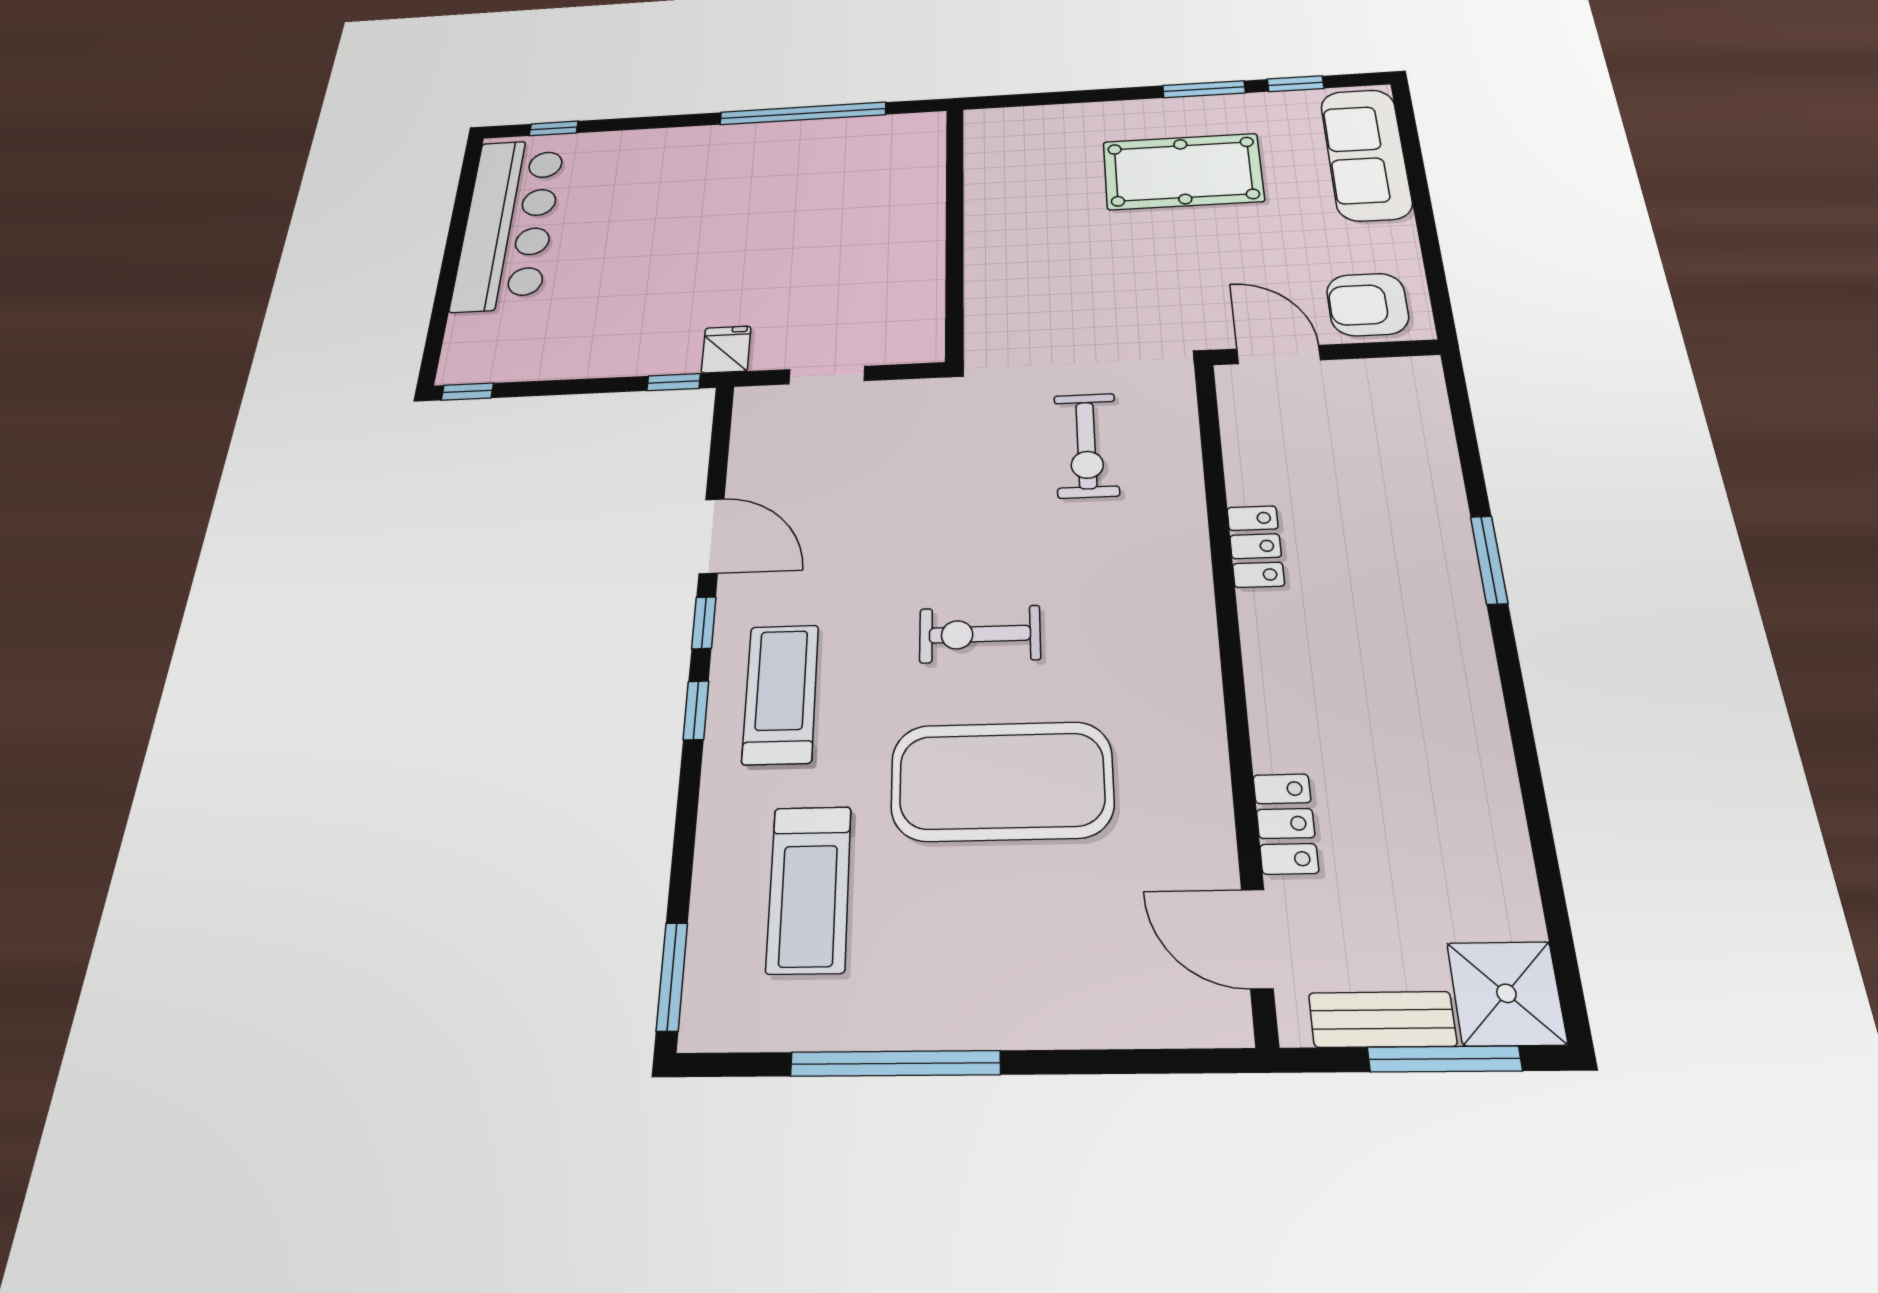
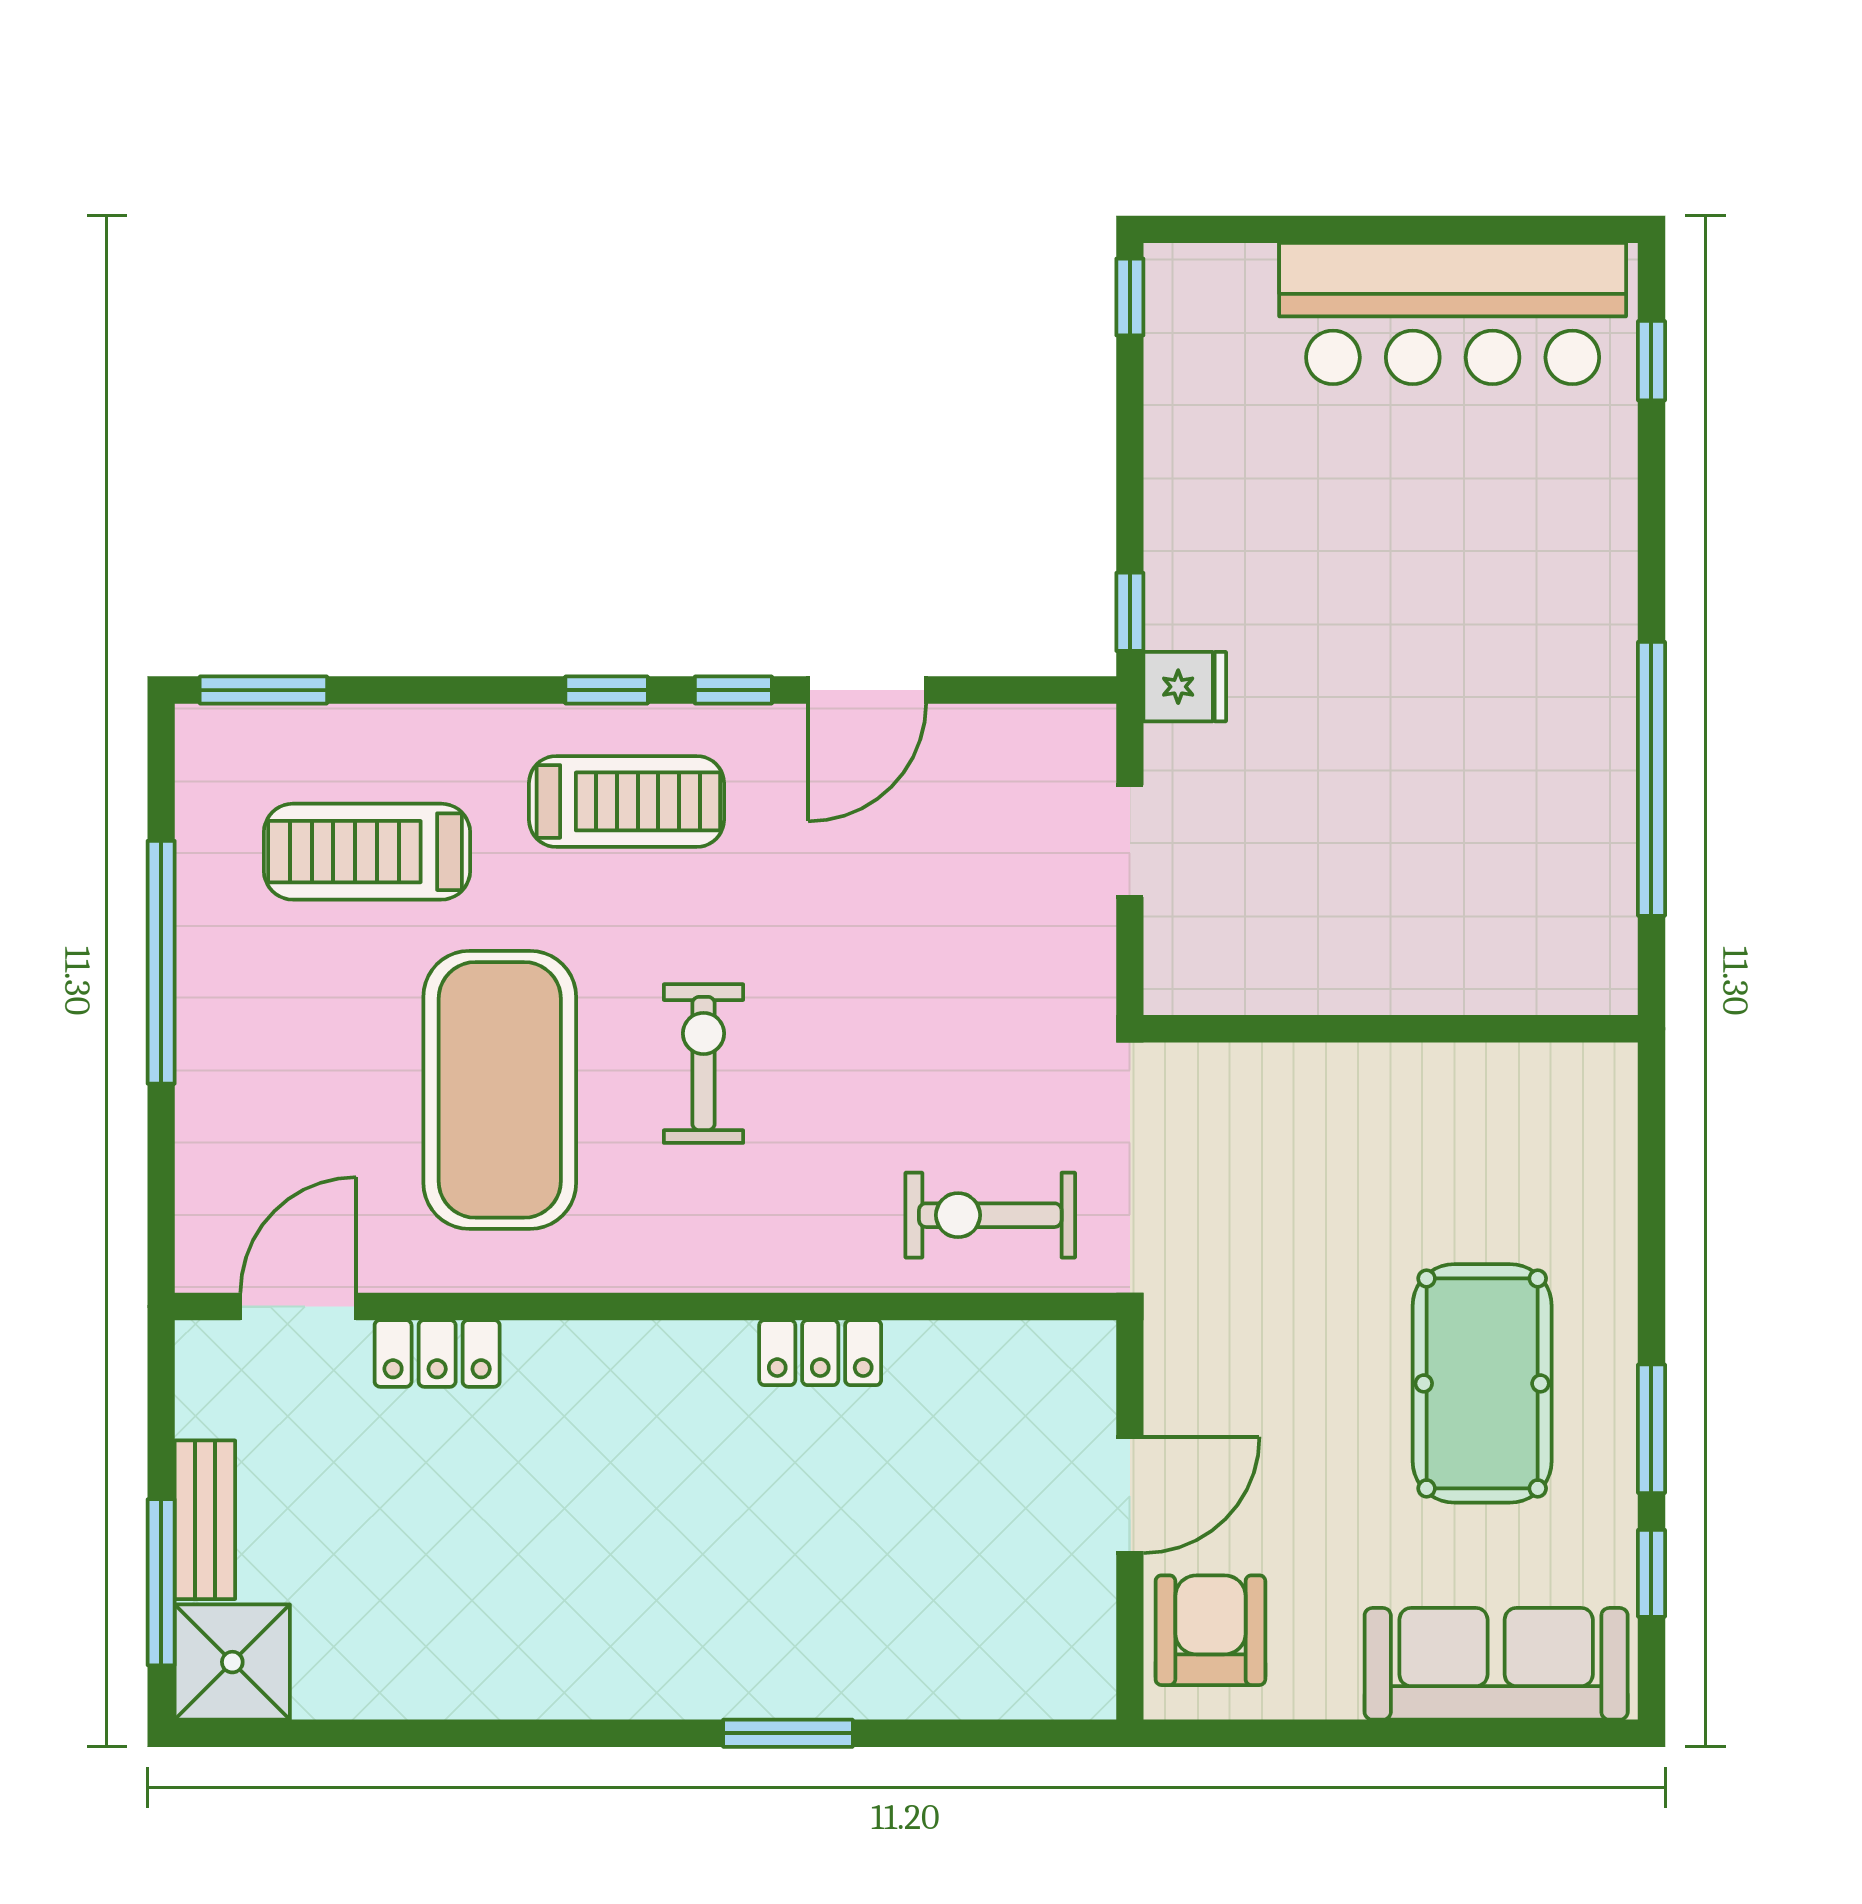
locker: (1256, 546) -> (820, 1353), moved
wall: (1232, 667) -> (645, 1307), moved
locker: (1286, 823) -> (437, 1353), moved
door: (1257, 939) -> (298, 1307), moved

